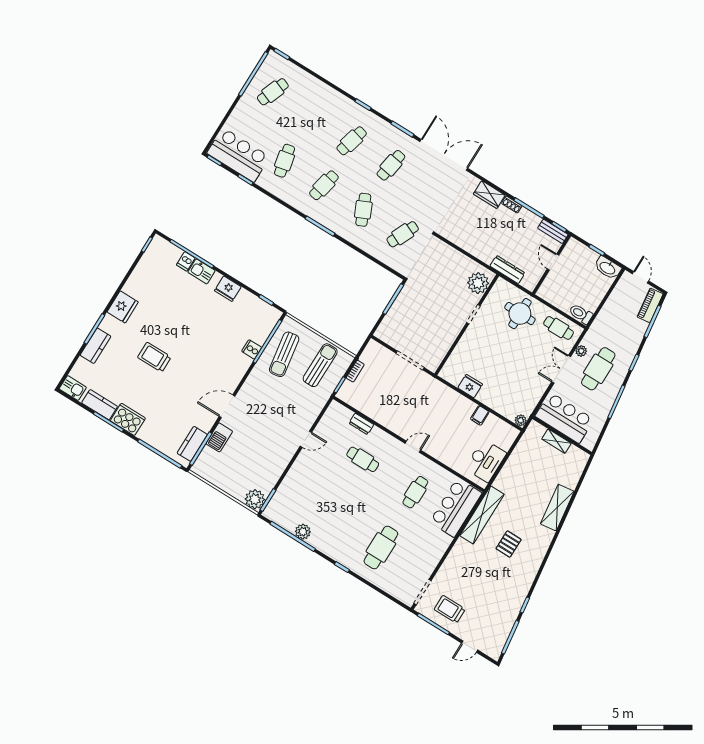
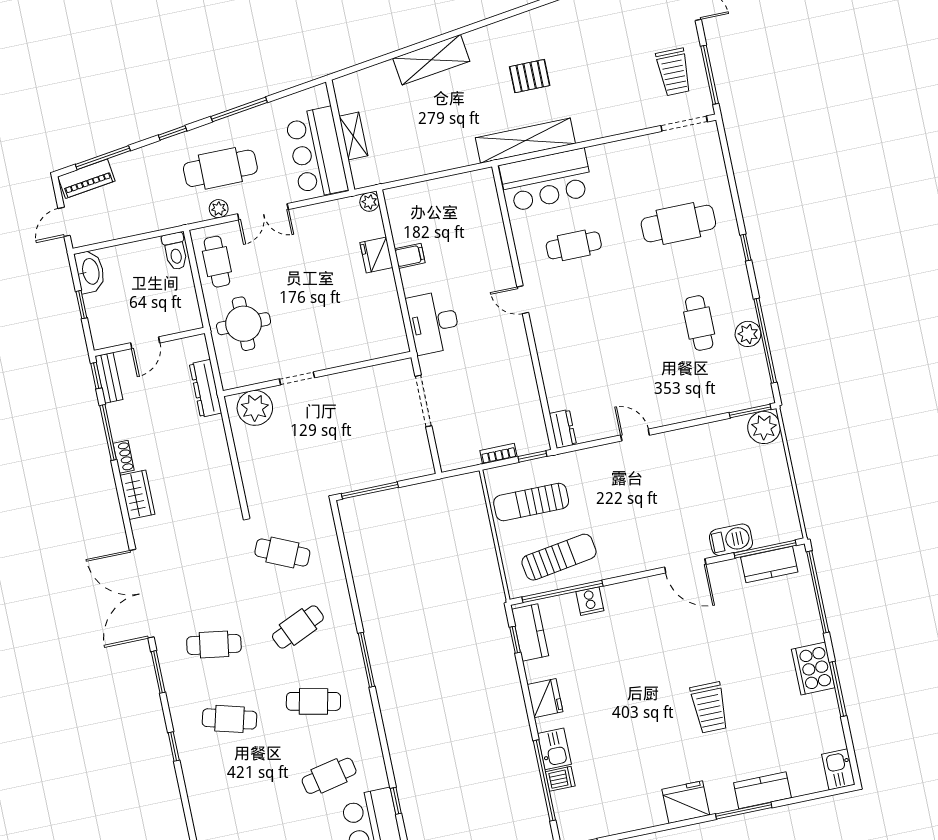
fridge: (470, 386) -> (376, 255), moved
kitchen counter: (100, 405) -> (530, 632), moved, turned 180
dresser: (361, 424) -> (563, 429), moved
cafe table: (363, 459) -> (699, 323), moved
desk: (486, 461) -> (434, 322), moved, turned -90

